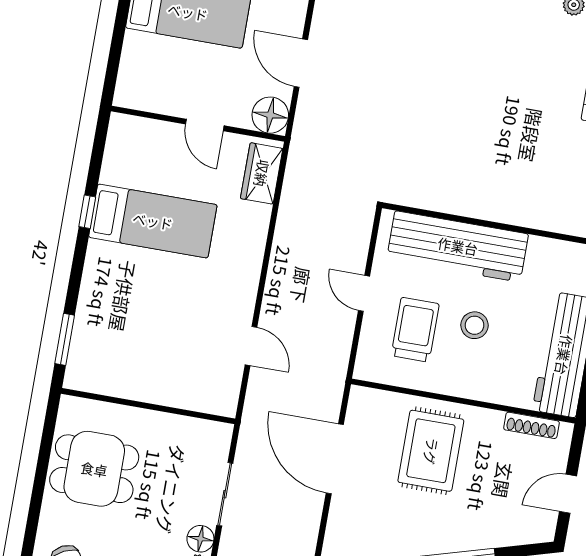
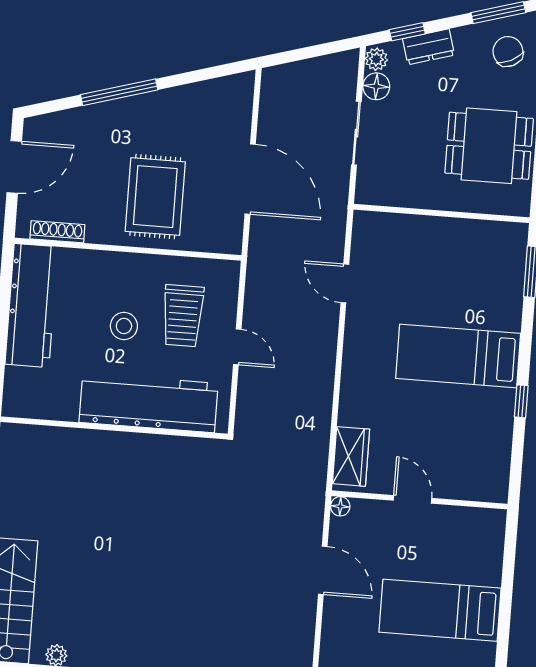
floor lamp: (270, 115) -> (340, 506), width x0.53, depth x0.53
bed: (153, 221) -> (458, 356), moved
door: (568, 494) -> (14, 167), width x1.38

